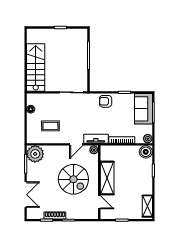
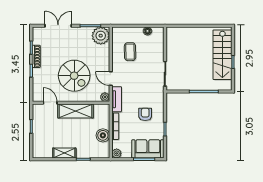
stairs: (36, 67) -> (222, 55), moved, turned 90
armchair: (106, 101) -> (145, 114), moved
boiler: (146, 152) -> (103, 135), moved
spiral stairs: (73, 179) -> (74, 76), turned -90
double door: (26, 195) -> (58, 26), swing flipped
door: (99, 202) -> (50, 103), swing flipped
shelving: (147, 206) -> (64, 153), moved

